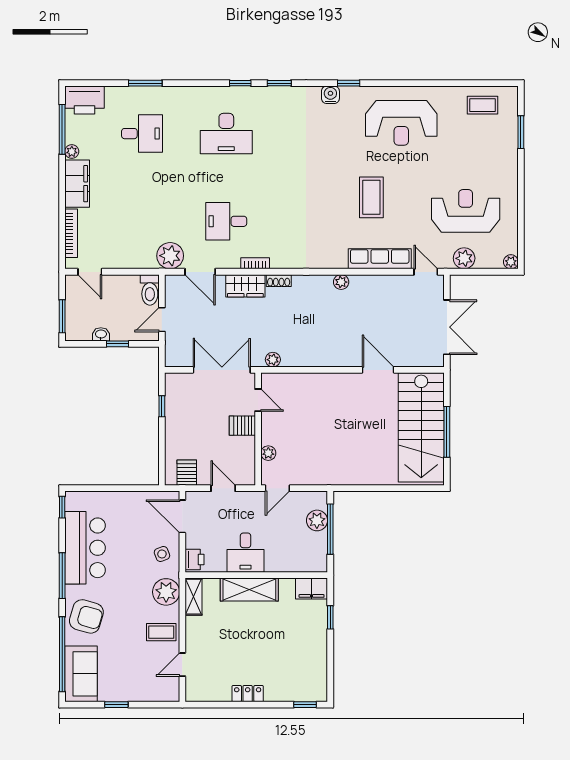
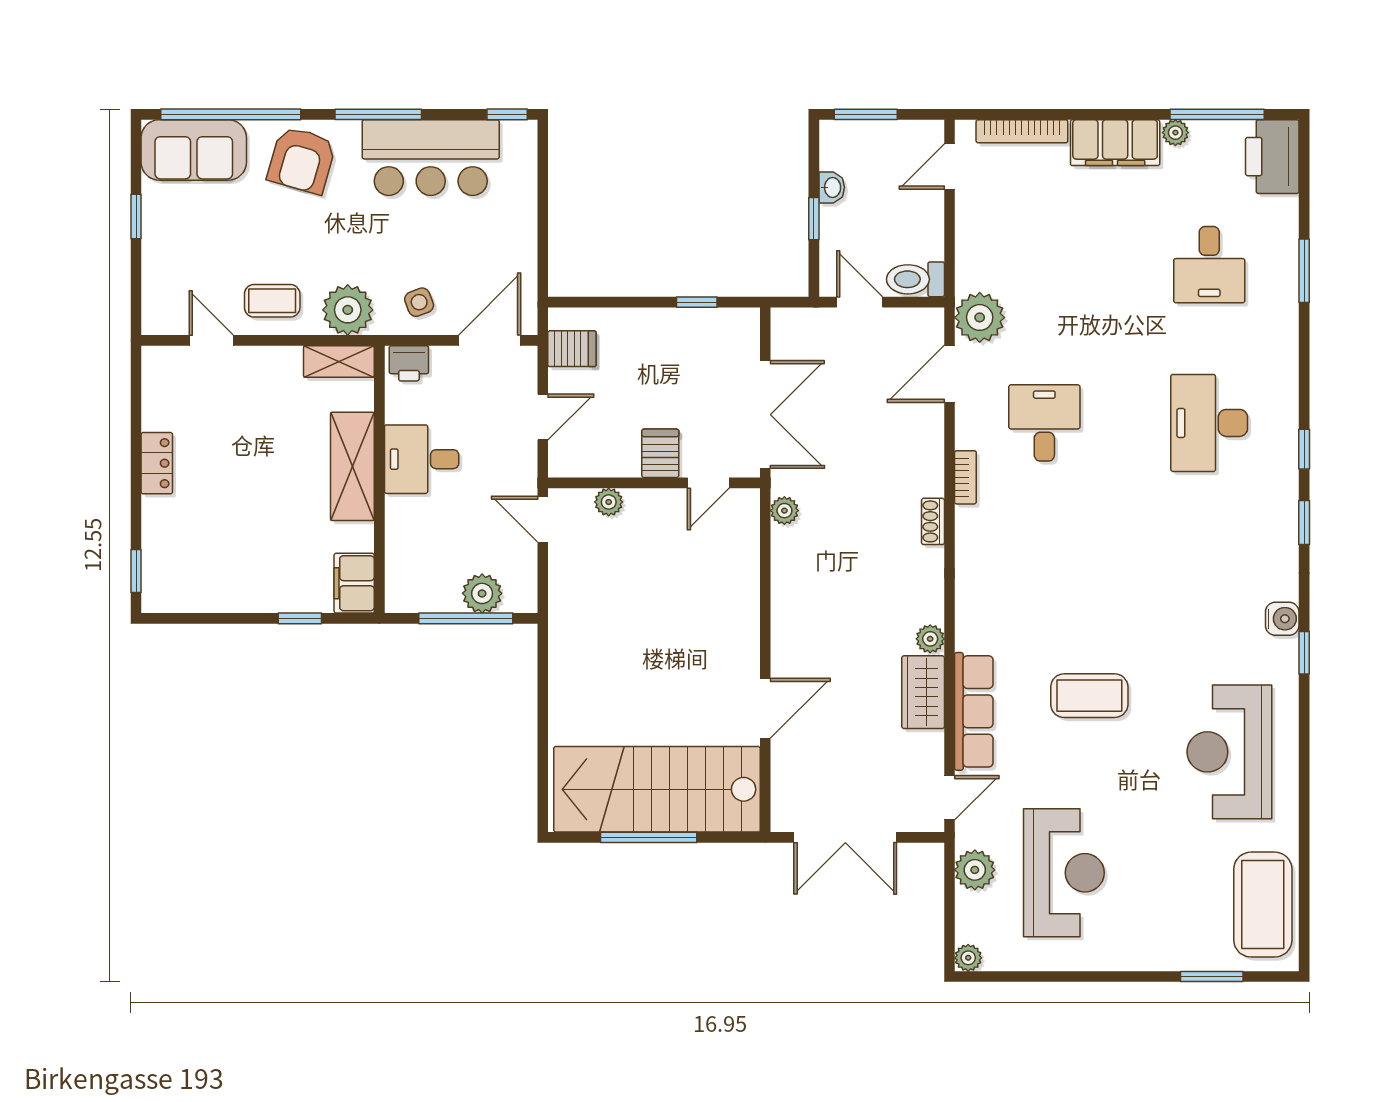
coffee table: (483, 105) -> (1263, 905), width x1.86, depth x1.72
wardrobe: (245, 286) -> (923, 692), moved
coffee table: (161, 632) -> (272, 301), turned 90

